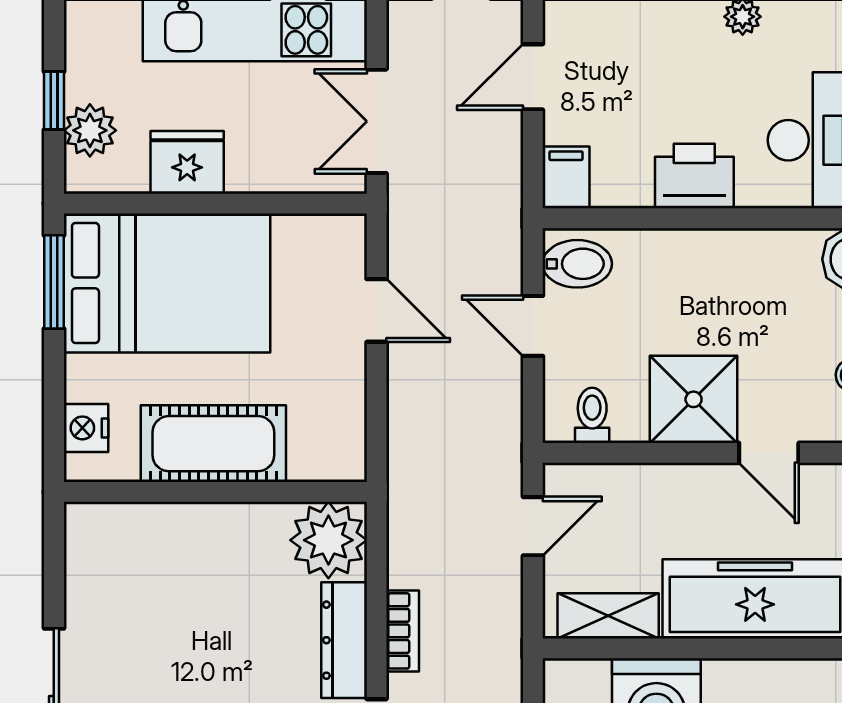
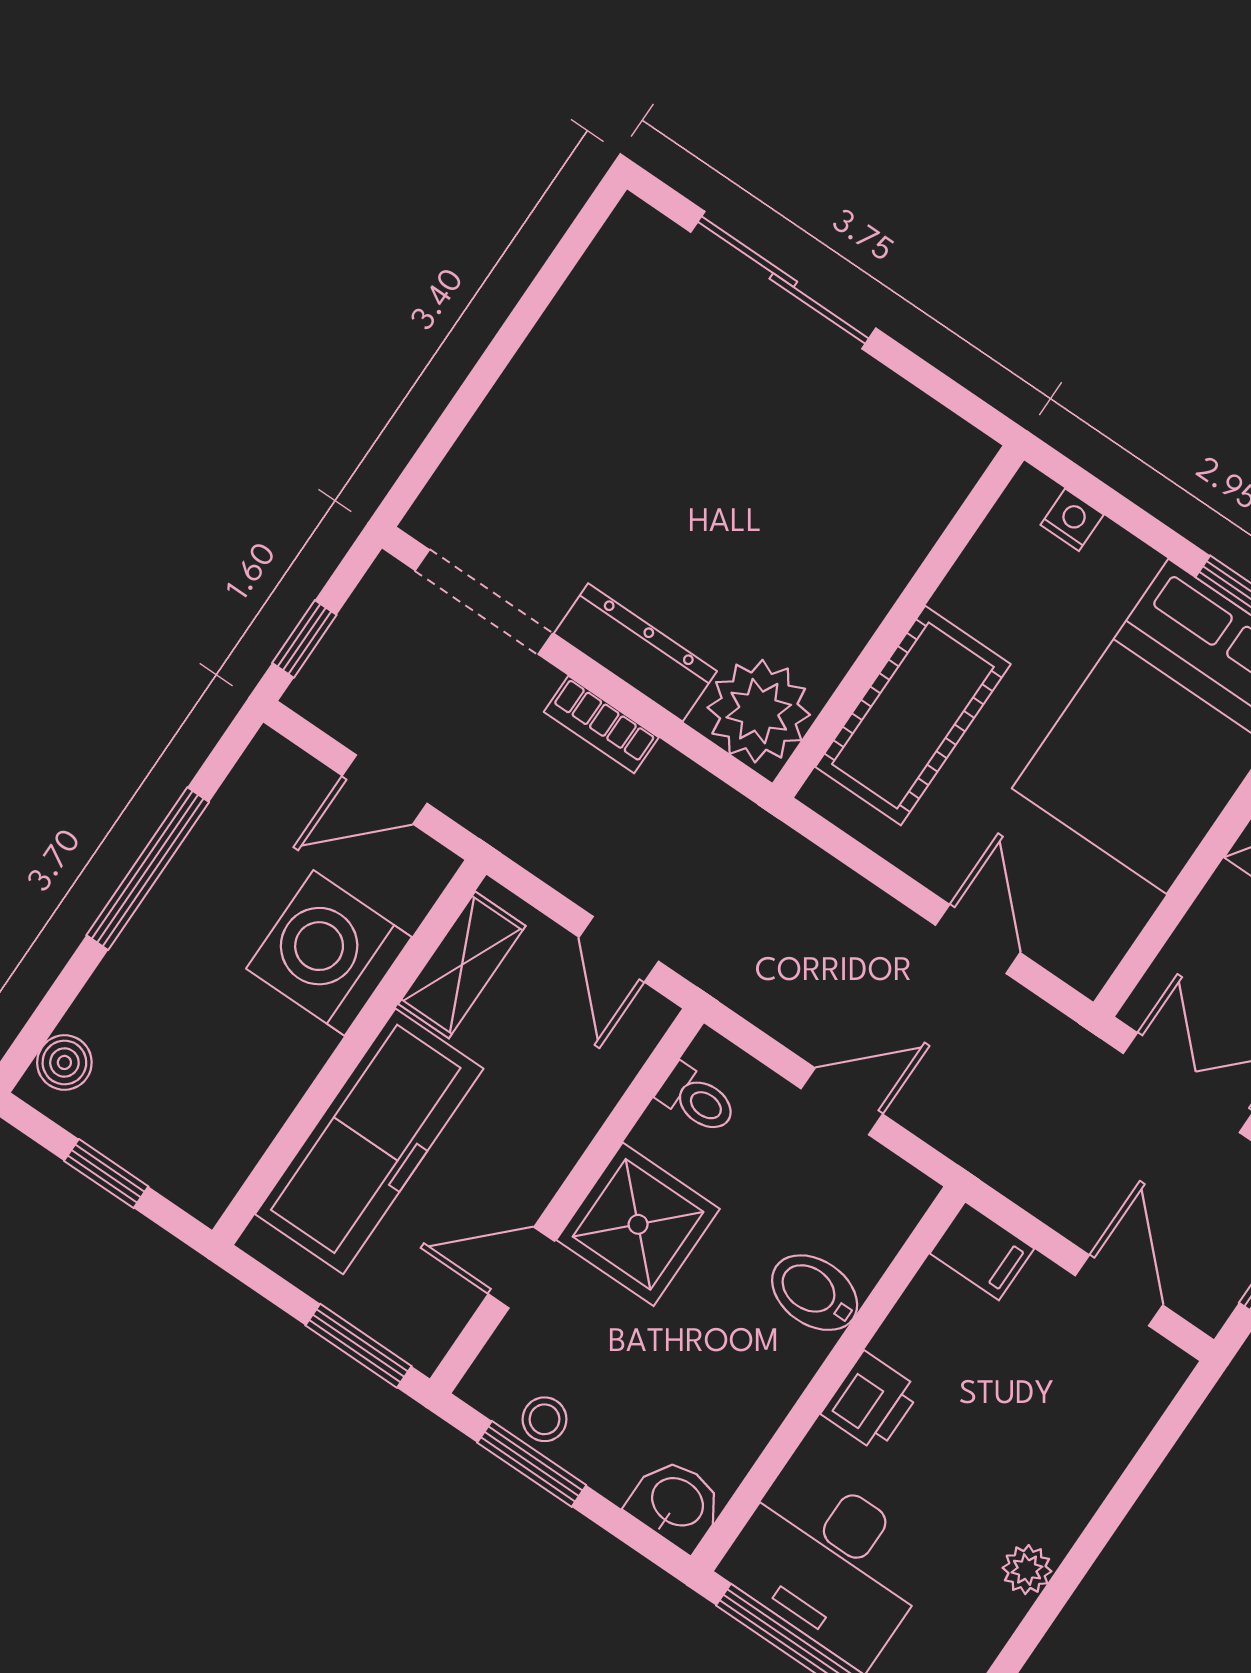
printer: (694, 176) -> (871, 1402), width x0.73, depth x0.81
bidet: (577, 264) -> (815, 1293), moved, turned 90
door: (377, 310) -> (978, 939), swing flipped
nightstand: (86, 428) -> (1072, 520), width x0.72, depth x0.74
cot: (213, 444) -> (913, 716), moved

